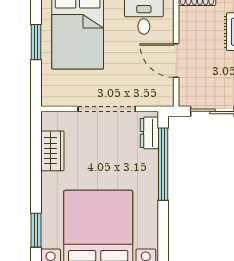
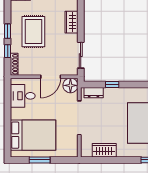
floor lamp: (161, 94) -> (70, 85), added
window: (163, 164) -> (112, 84), width x0.32

